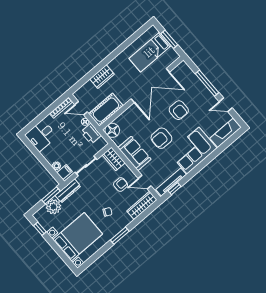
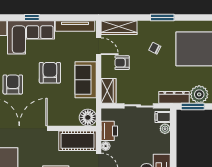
armchair: (161, 138) -> (50, 73), turned -90
window: (174, 189) -> (32, 18), moved

